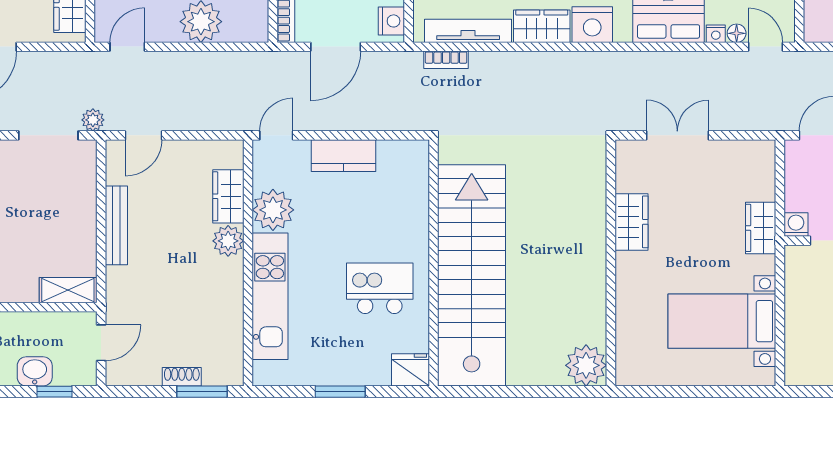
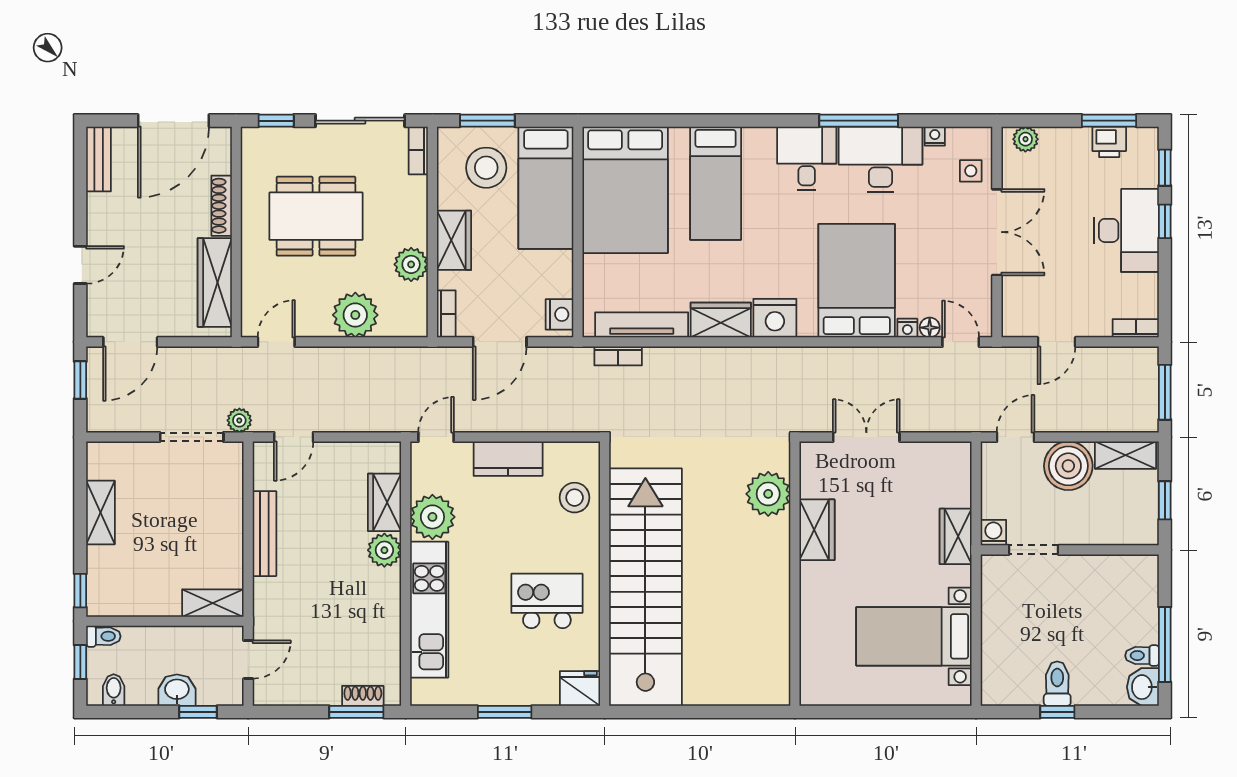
stool: (405, 192) -> (575, 498), added
plant: (586, 365) -> (768, 494), moved
shoe rack: (182, 377) -> (363, 696), moved

